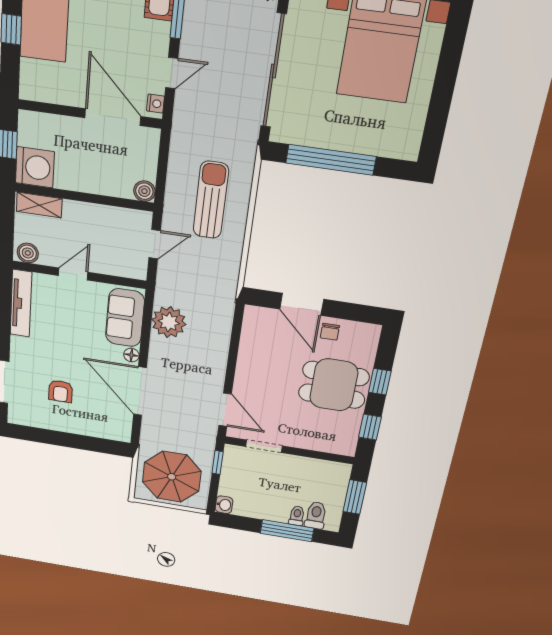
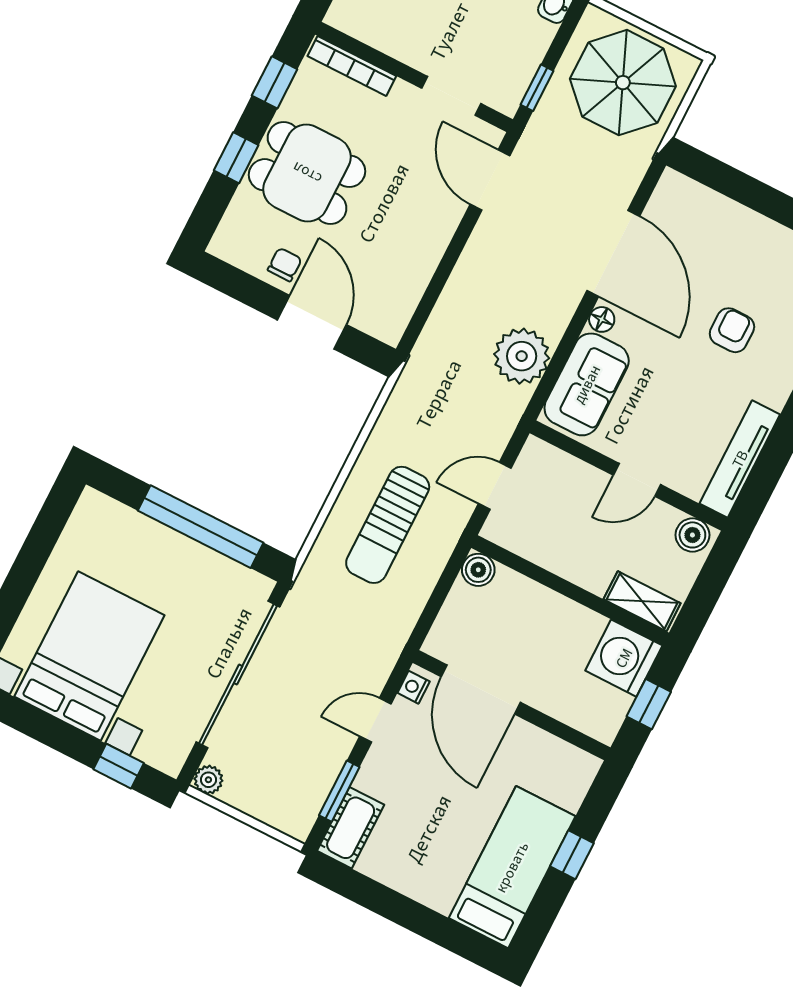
armchair: (61, 391) -> (732, 330), moved
bookcase: (327, 447) -> (352, 66), added

